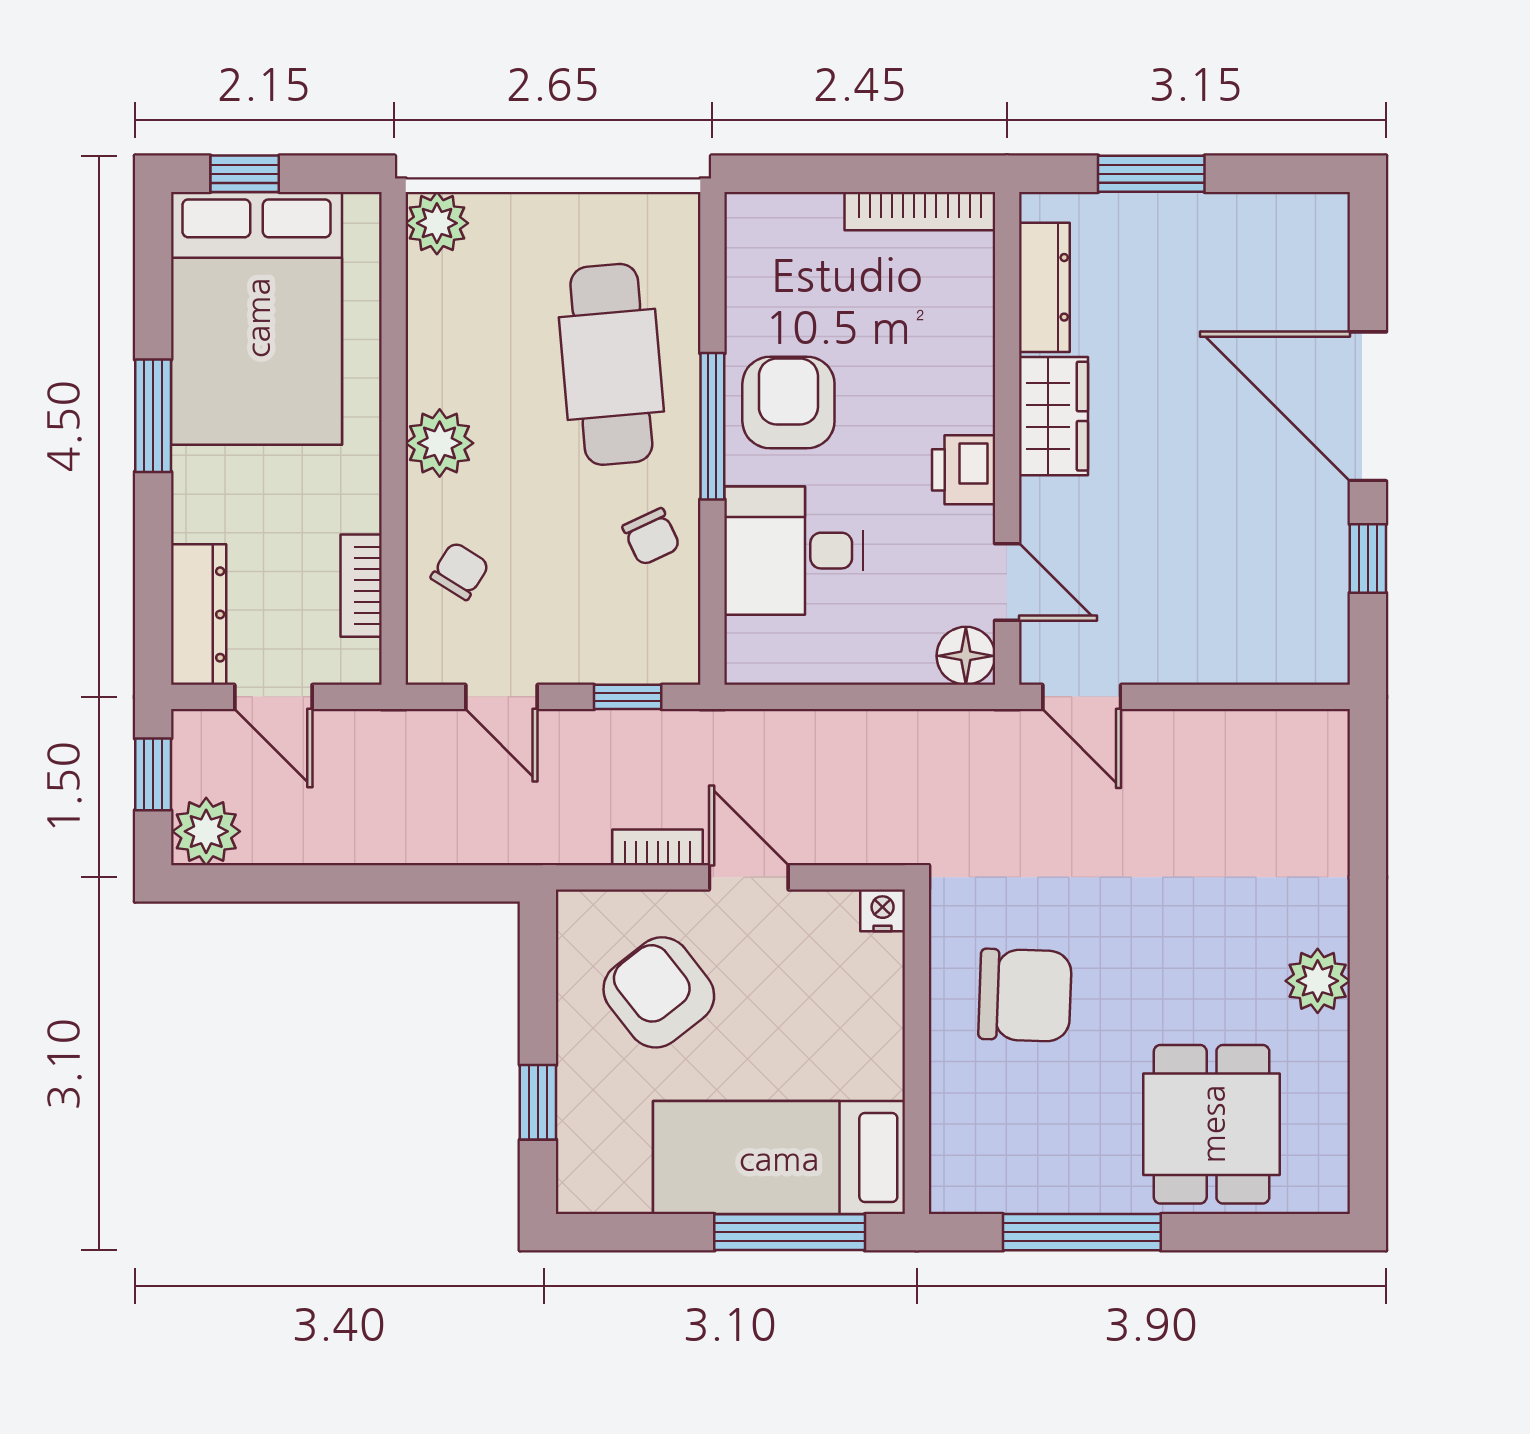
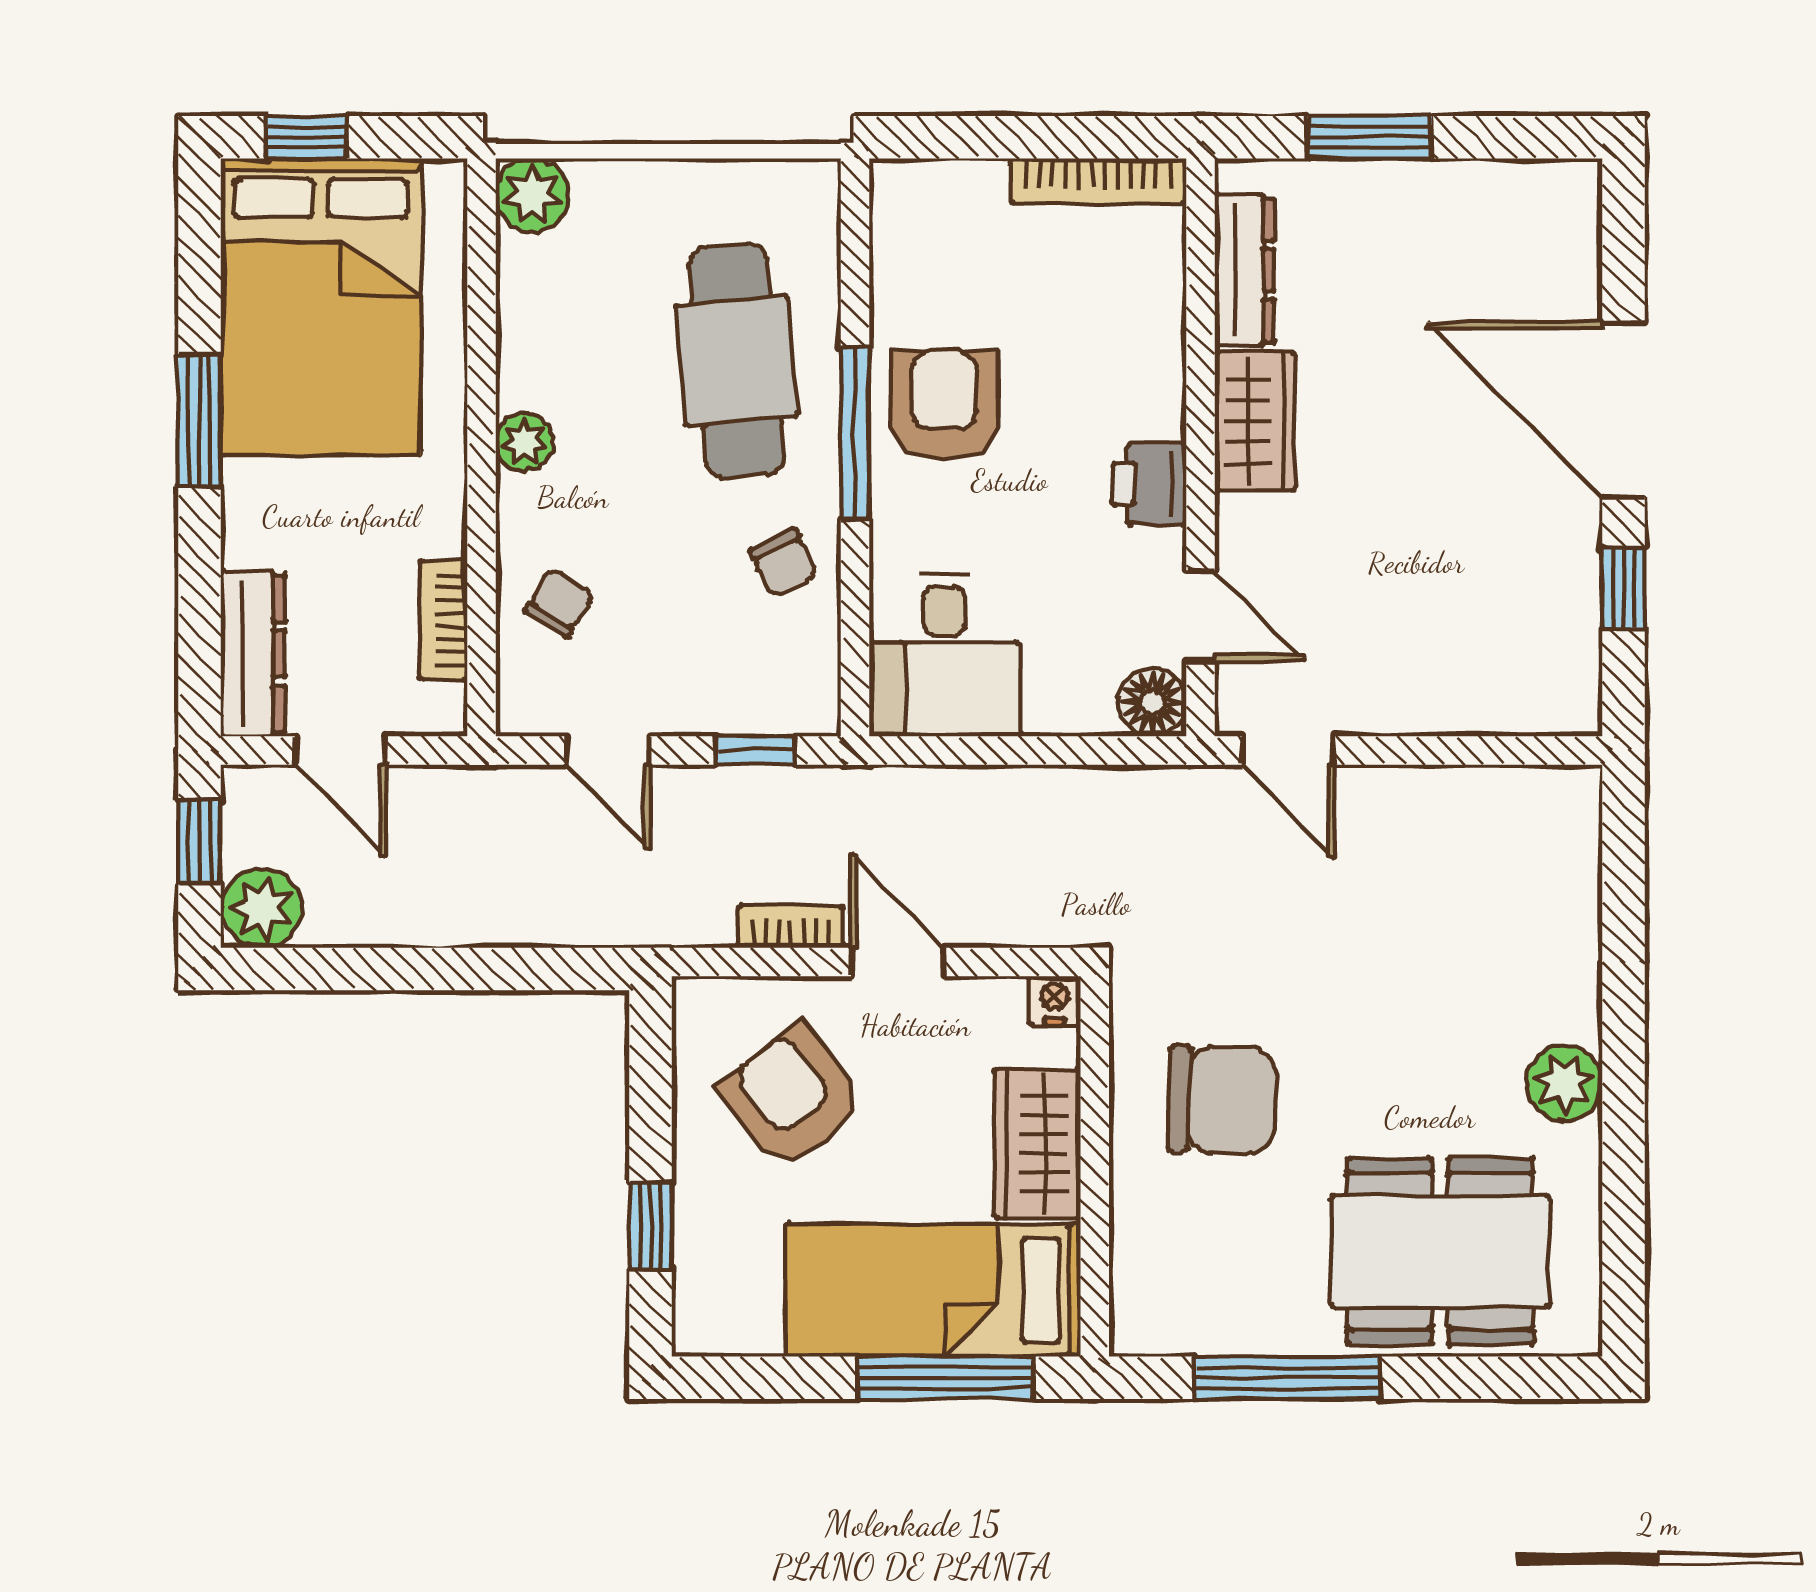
plant: (440, 443) -> (524, 442), width x0.73, depth x0.73
desk: (794, 551) -> (945, 655), moved, turned -90
wardrobe: (868, 1032) -> (1037, 1144), added
dining table: (1212, 1124) -> (1440, 1251), width x1.38

